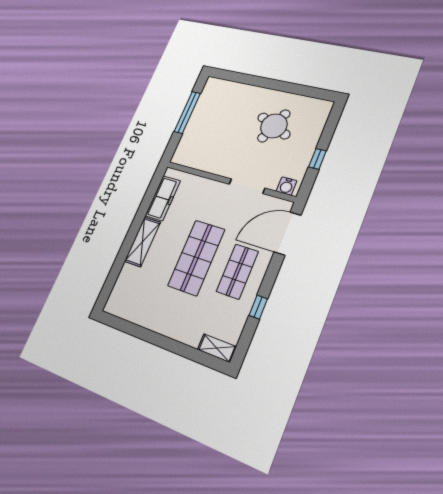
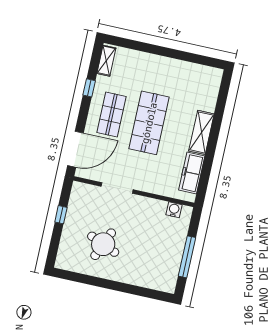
water cooler: (286, 186) -> (174, 210), moved
shelving: (217, 348) -> (106, 61), moved, turned 90

